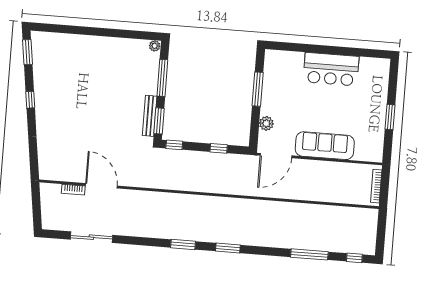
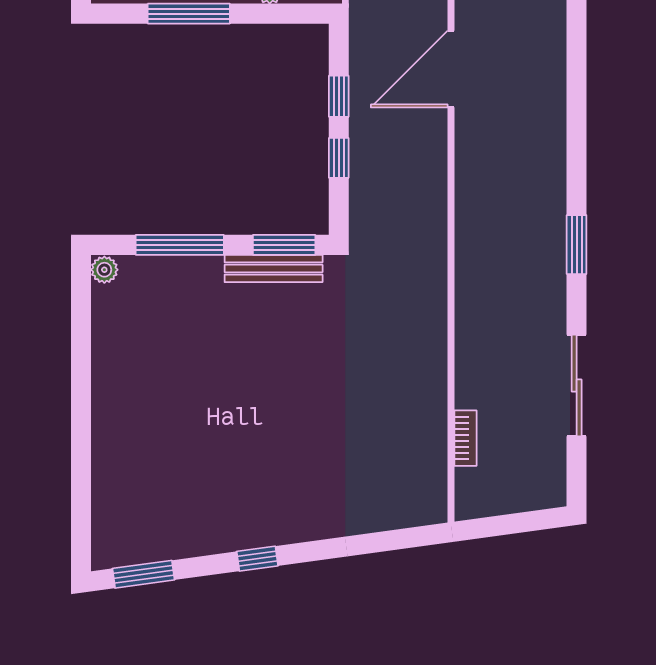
window: (174, 145) -> (339, 158), moved
door: (101, 186) -> (451, 69), moved
window: (183, 244) -> (577, 245), moved
window: (228, 248) -> (577, 55), removed

